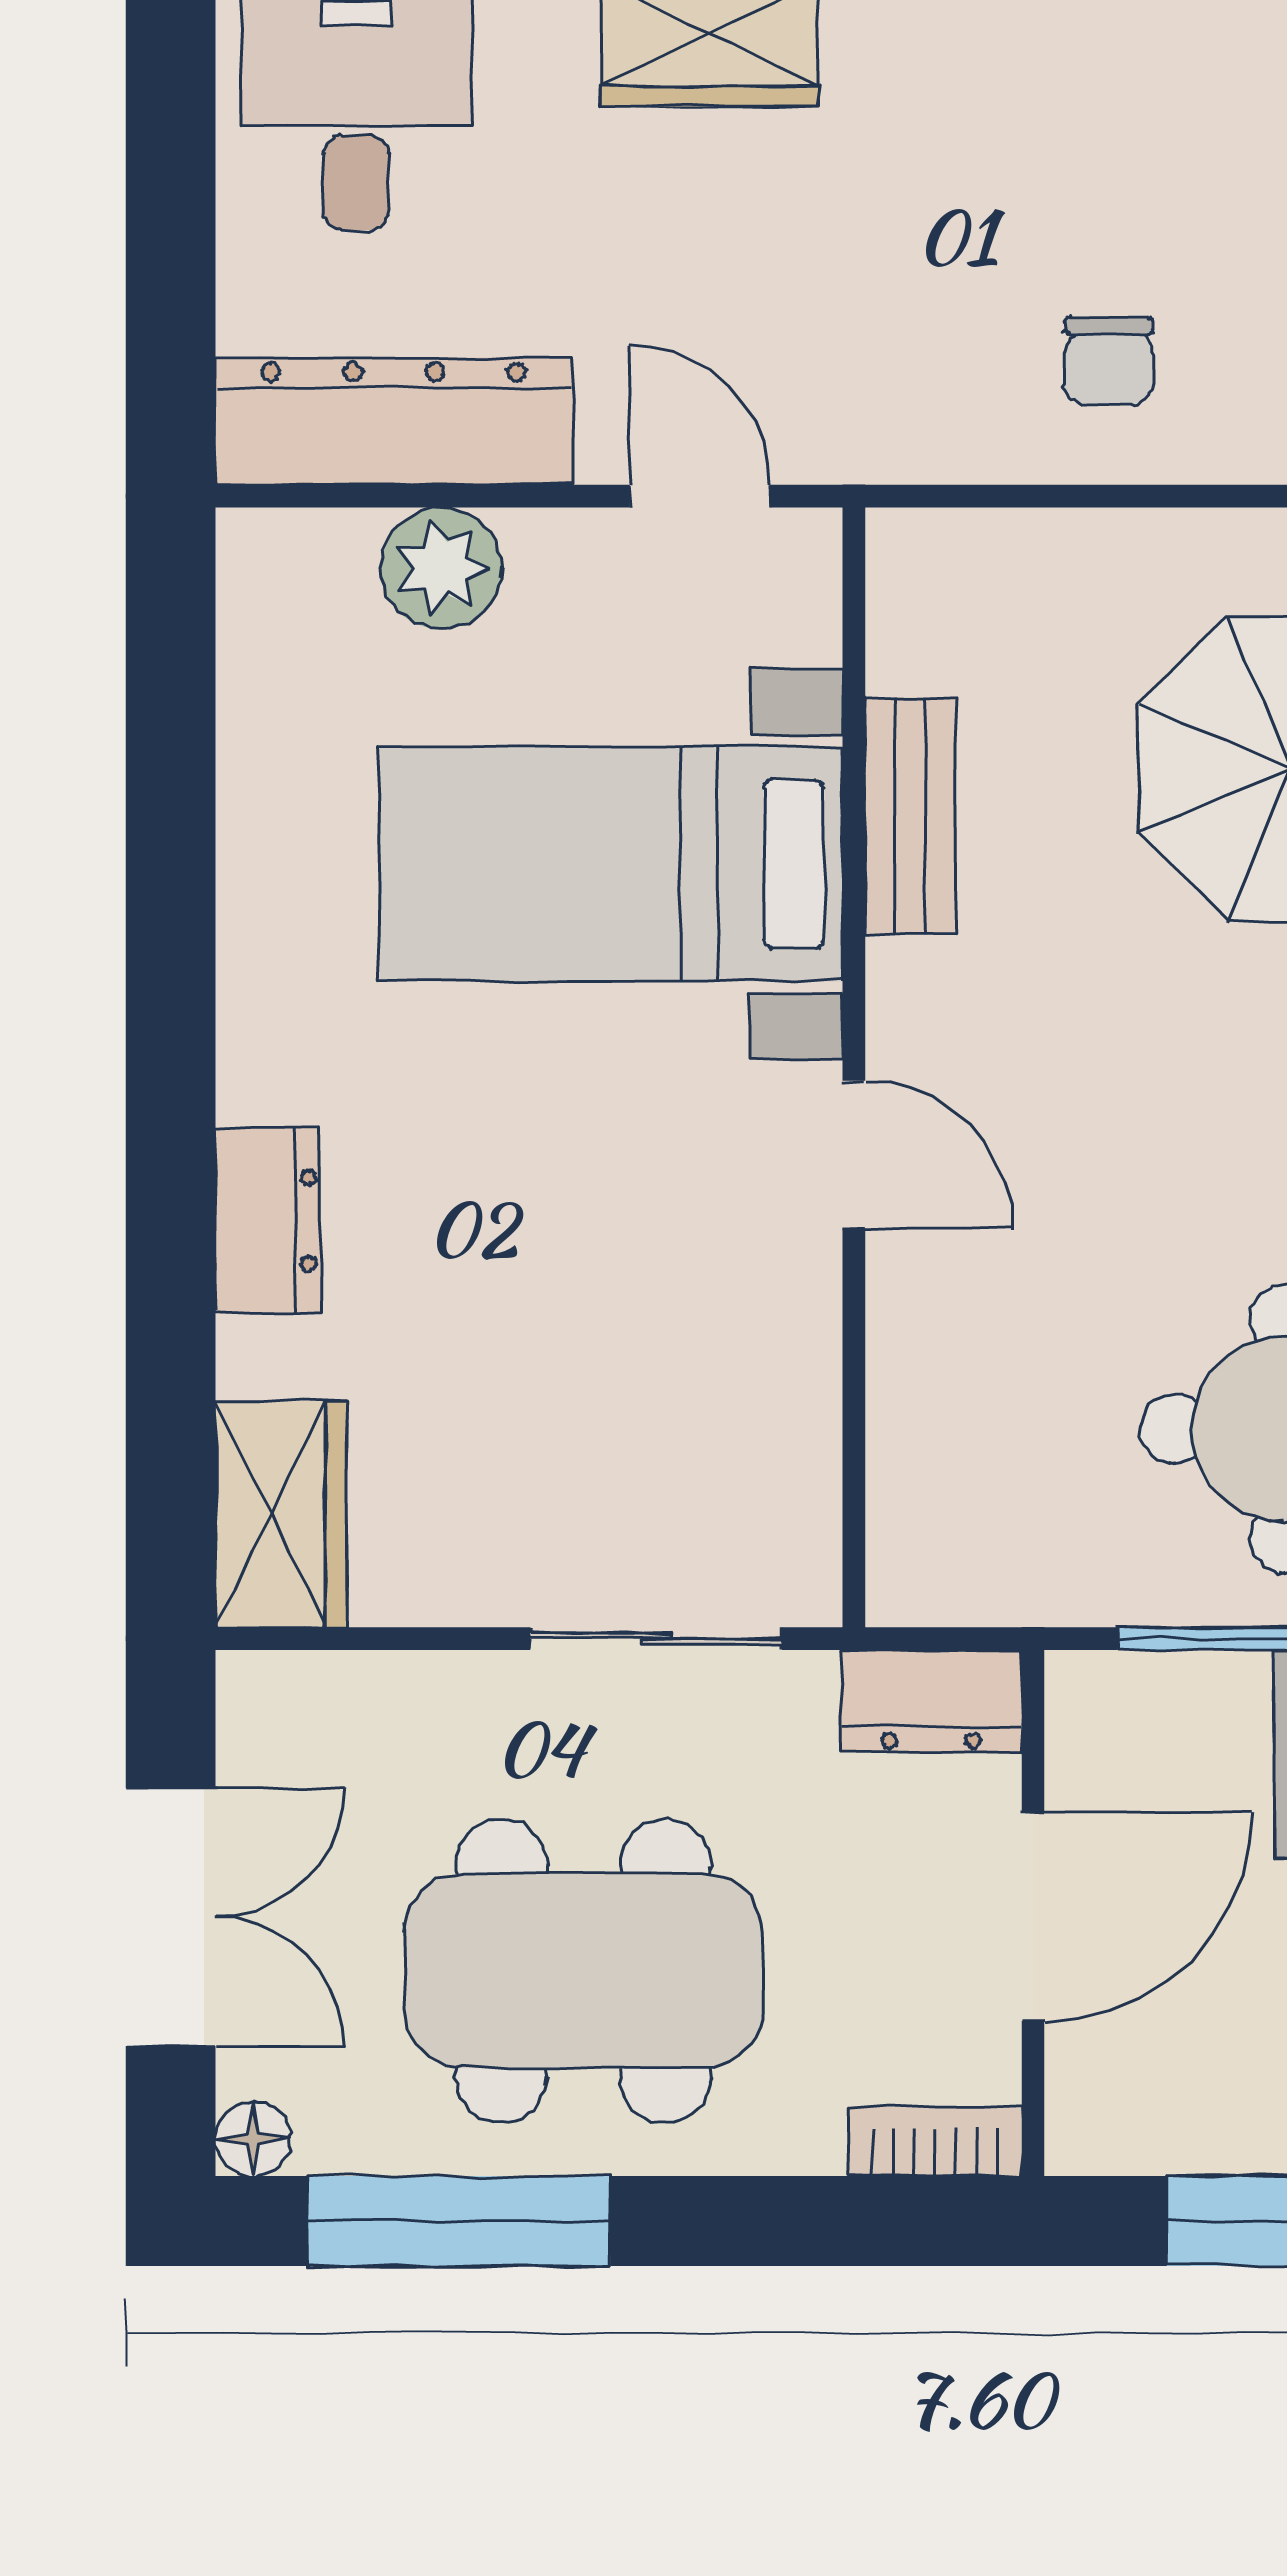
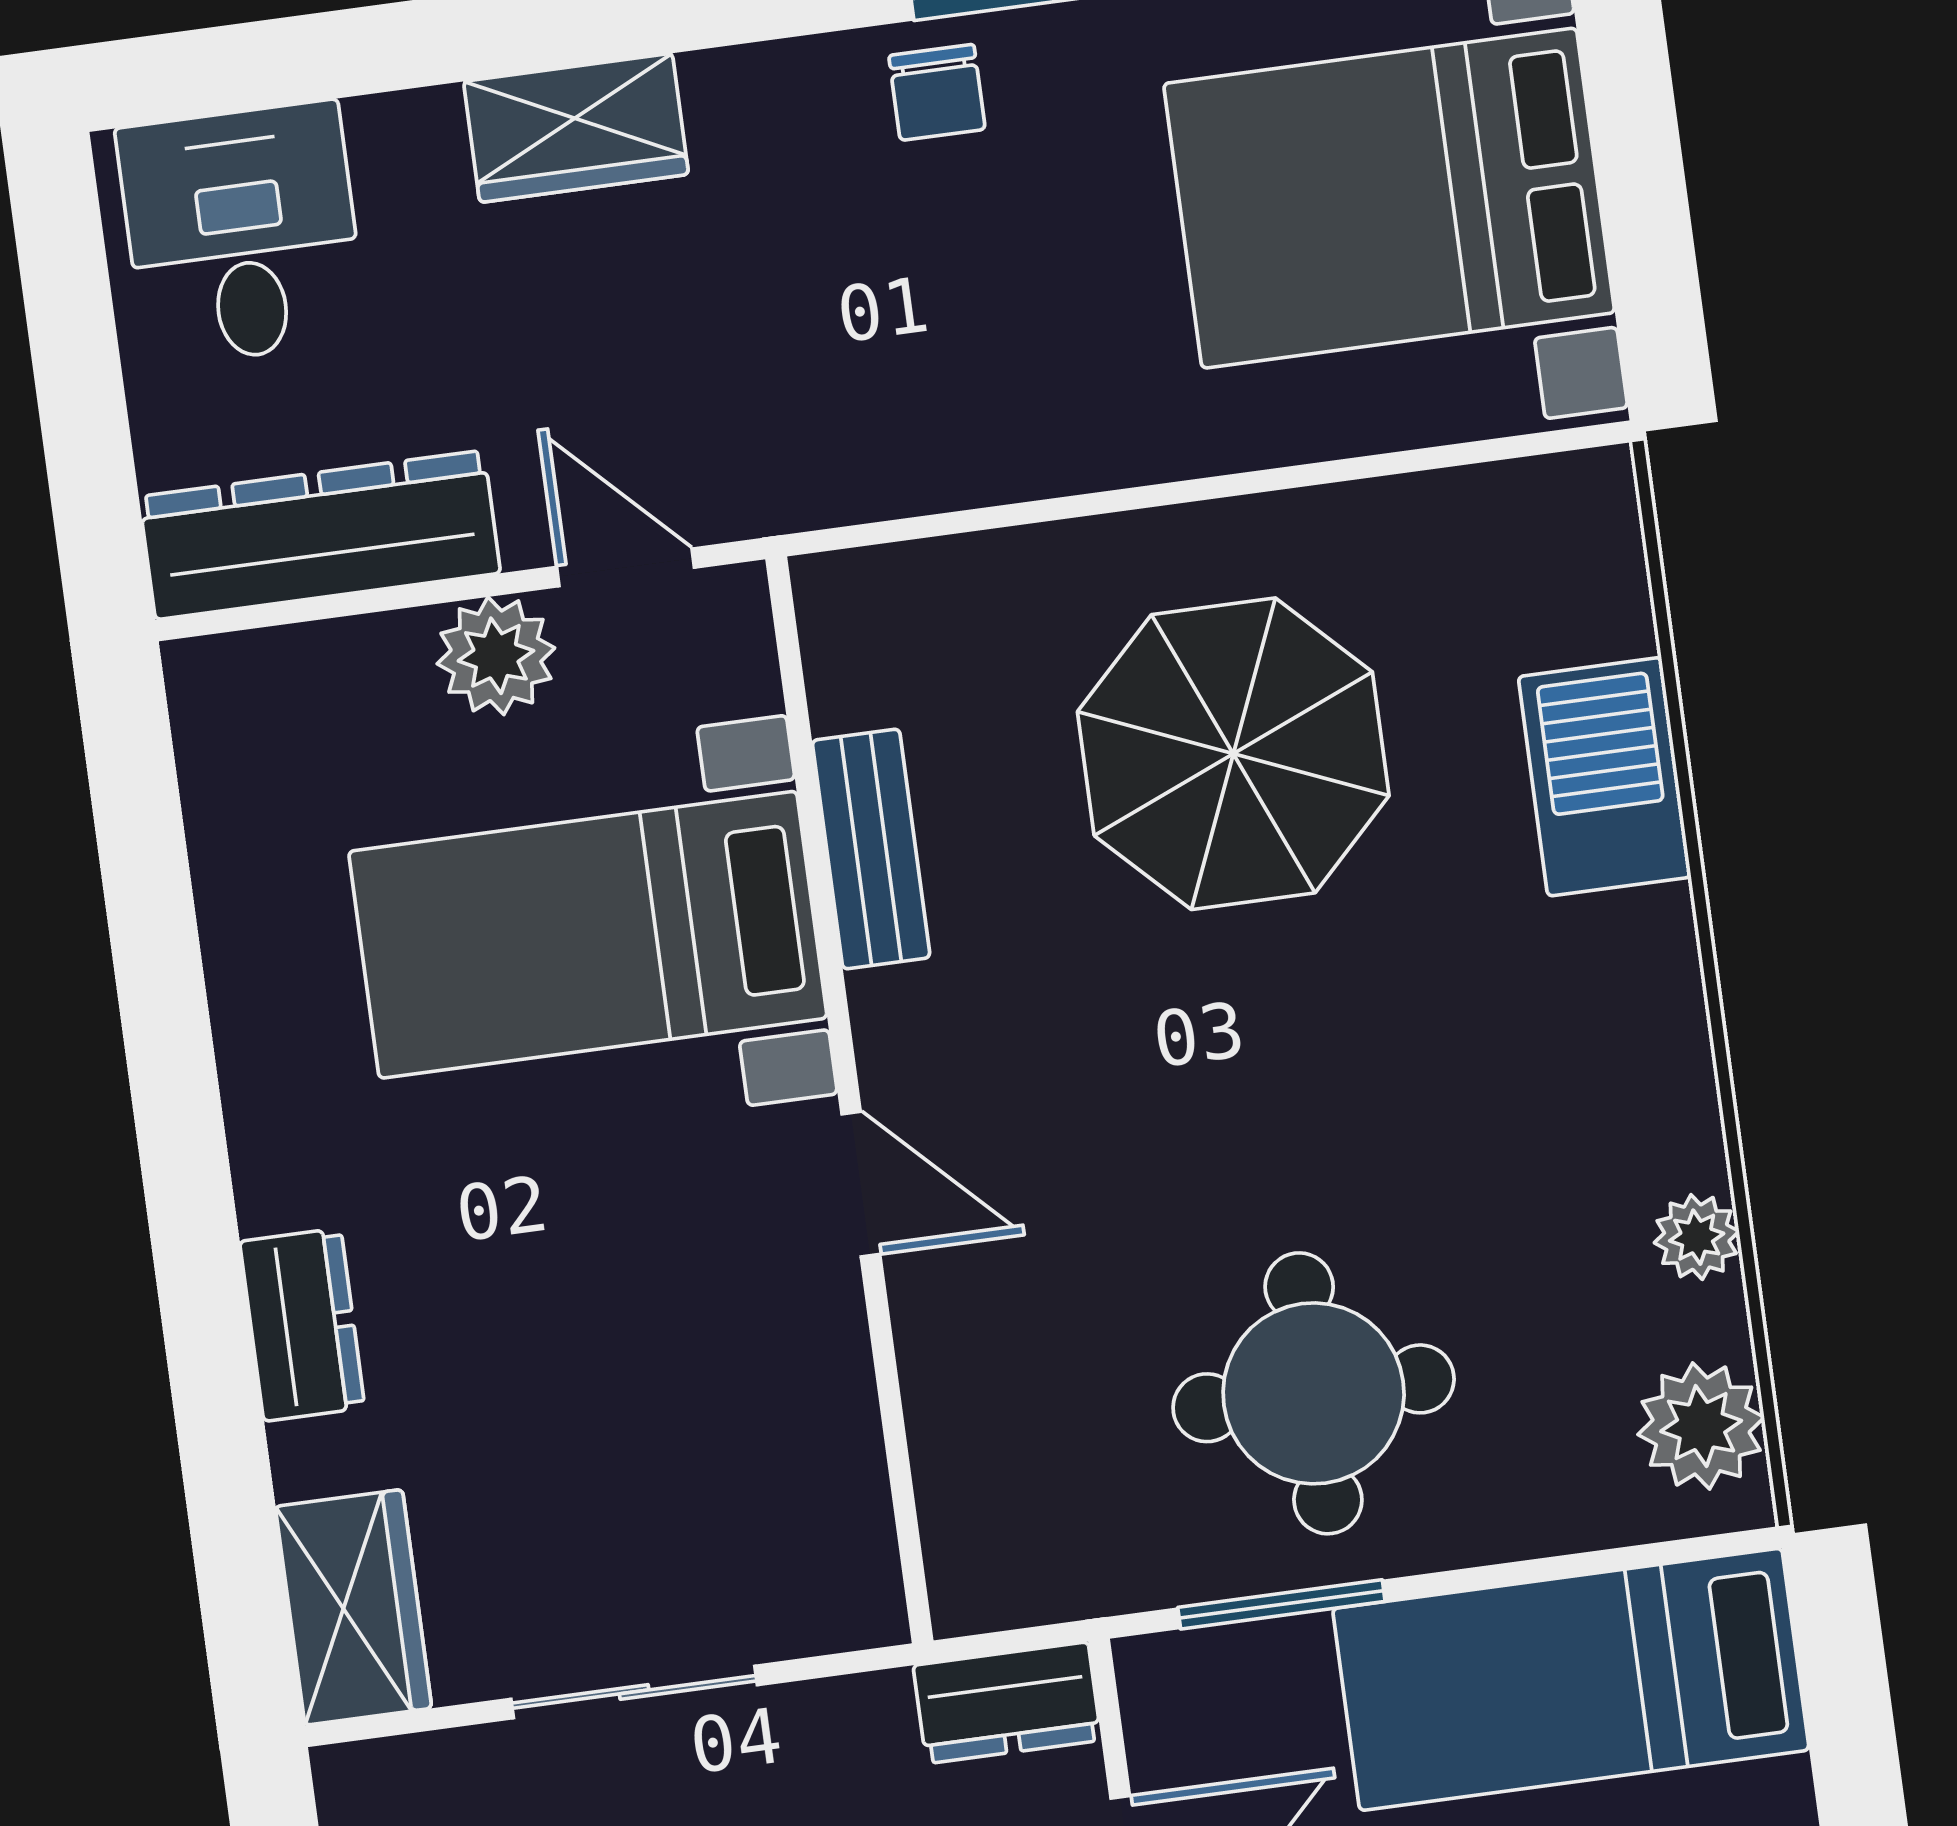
chair: (1109, 361) -> (937, 92), moved
plant: (441, 568) -> (496, 656), moved
sliding door: (656, 1639) -> (634, 1692), moved

